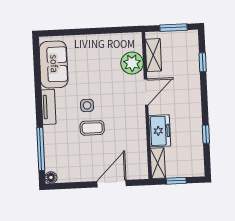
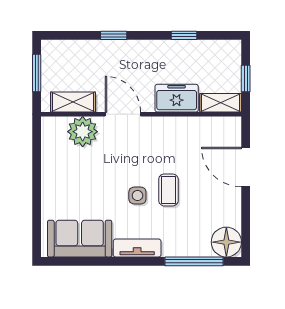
window: (203, 62) -> (114, 35), moved
floor lamp: (51, 177) -> (226, 242), width x1.89, depth x1.89

